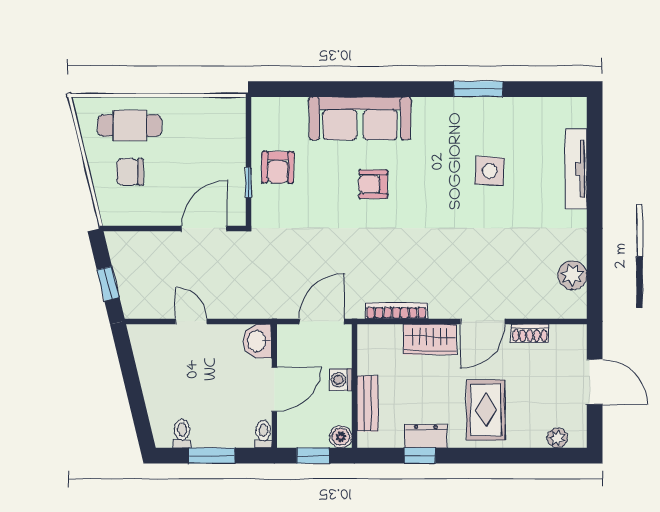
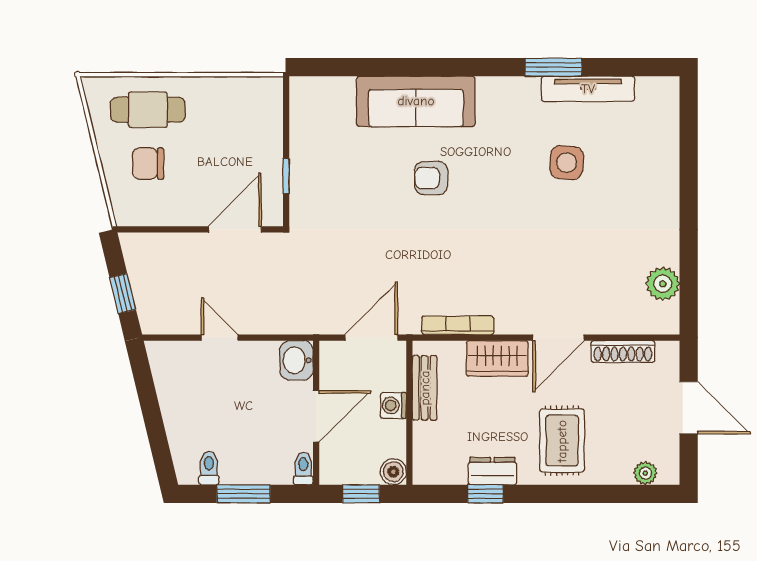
armchair: (278, 167) -> (320, 158), removed
tv unit: (576, 169) -> (588, 89), moved, turned -90
shoe rack: (530, 333) -> (623, 351), width x1.43
bench: (368, 404) -> (425, 388), moved

